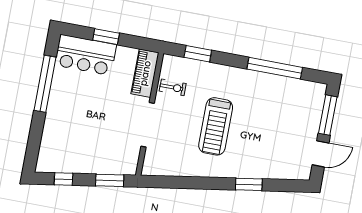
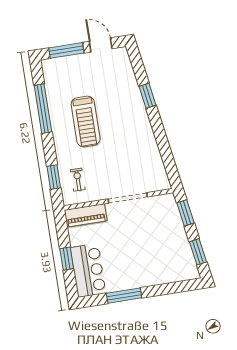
window: (45, 84) -> (124, 296), width x0.68
exercise bike: (173, 87) -> (78, 180), moved
treadmill: (216, 126) -> (86, 121), moved, turned 90
window: (64, 179) -> (198, 252), width x1.50

